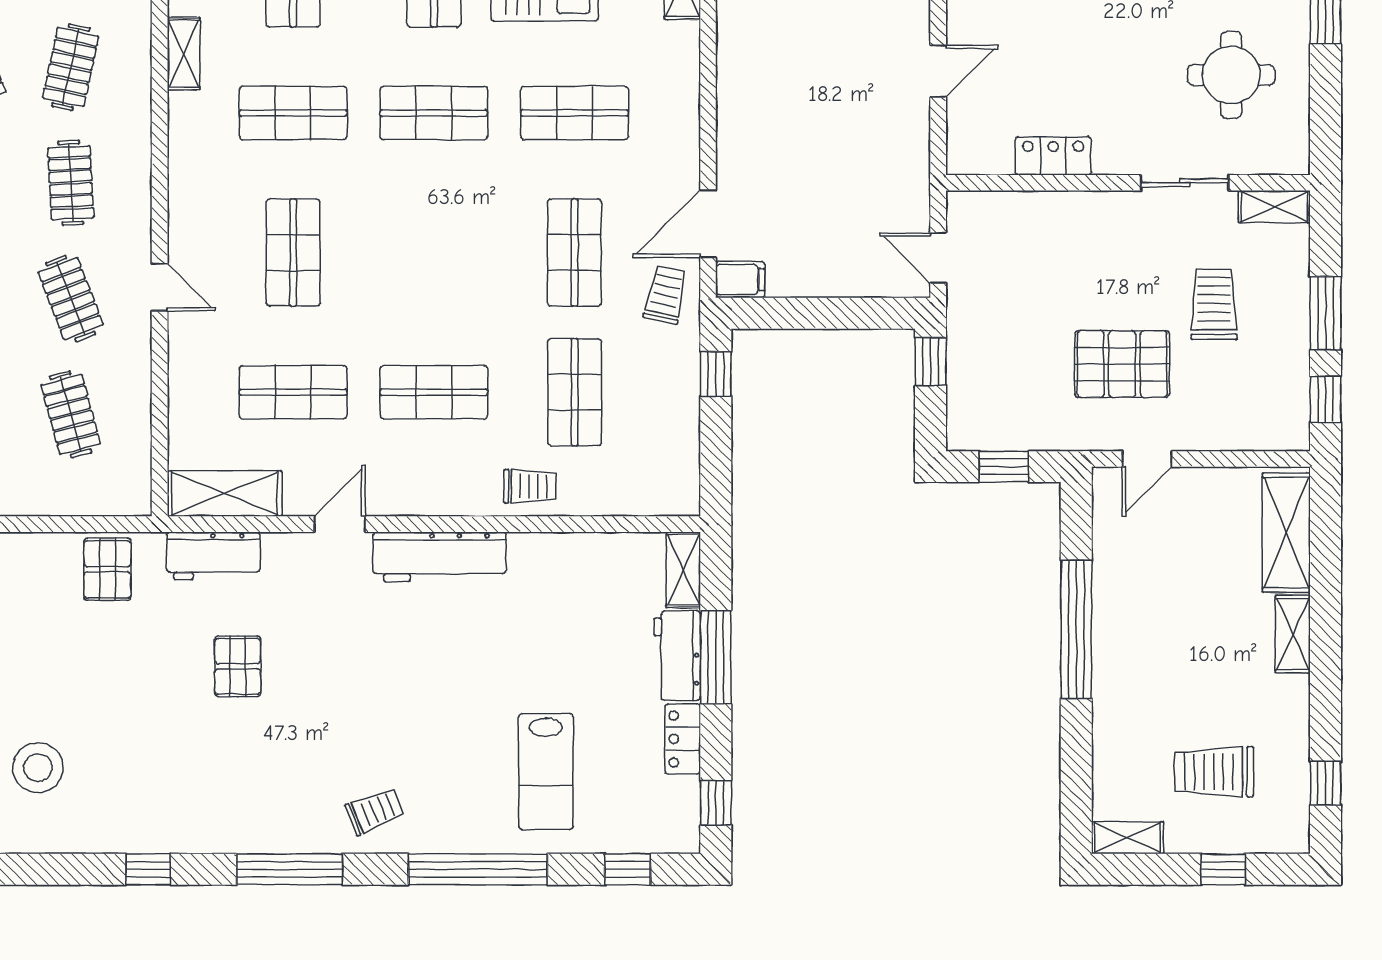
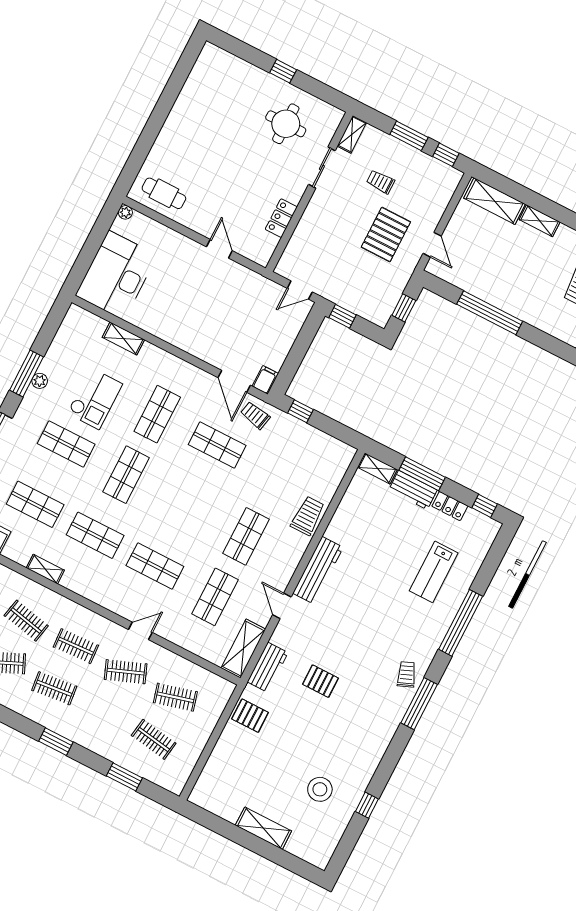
shop shelf: (293, 113) -> (95, 535), turned 90
trolley: (1214, 304) -> (380, 182), width x0.73, depth x0.72
shop shelf: (575, 392) -> (277, 476), removed
trolley: (530, 486) -> (308, 516), width x1.36, depth x1.39
lab bench: (546, 772) -> (434, 572), turned 90
trolley: (375, 811) -> (406, 674), moved
window: (148, 869) -> (367, 805), moved
window: (627, 869) -> (494, 558), removed

